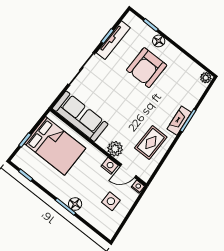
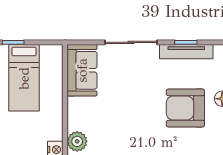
sofa: (80, 116) -> (82, 70), width x0.73
bed: (55, 146) -> (24, 78), width x0.67

